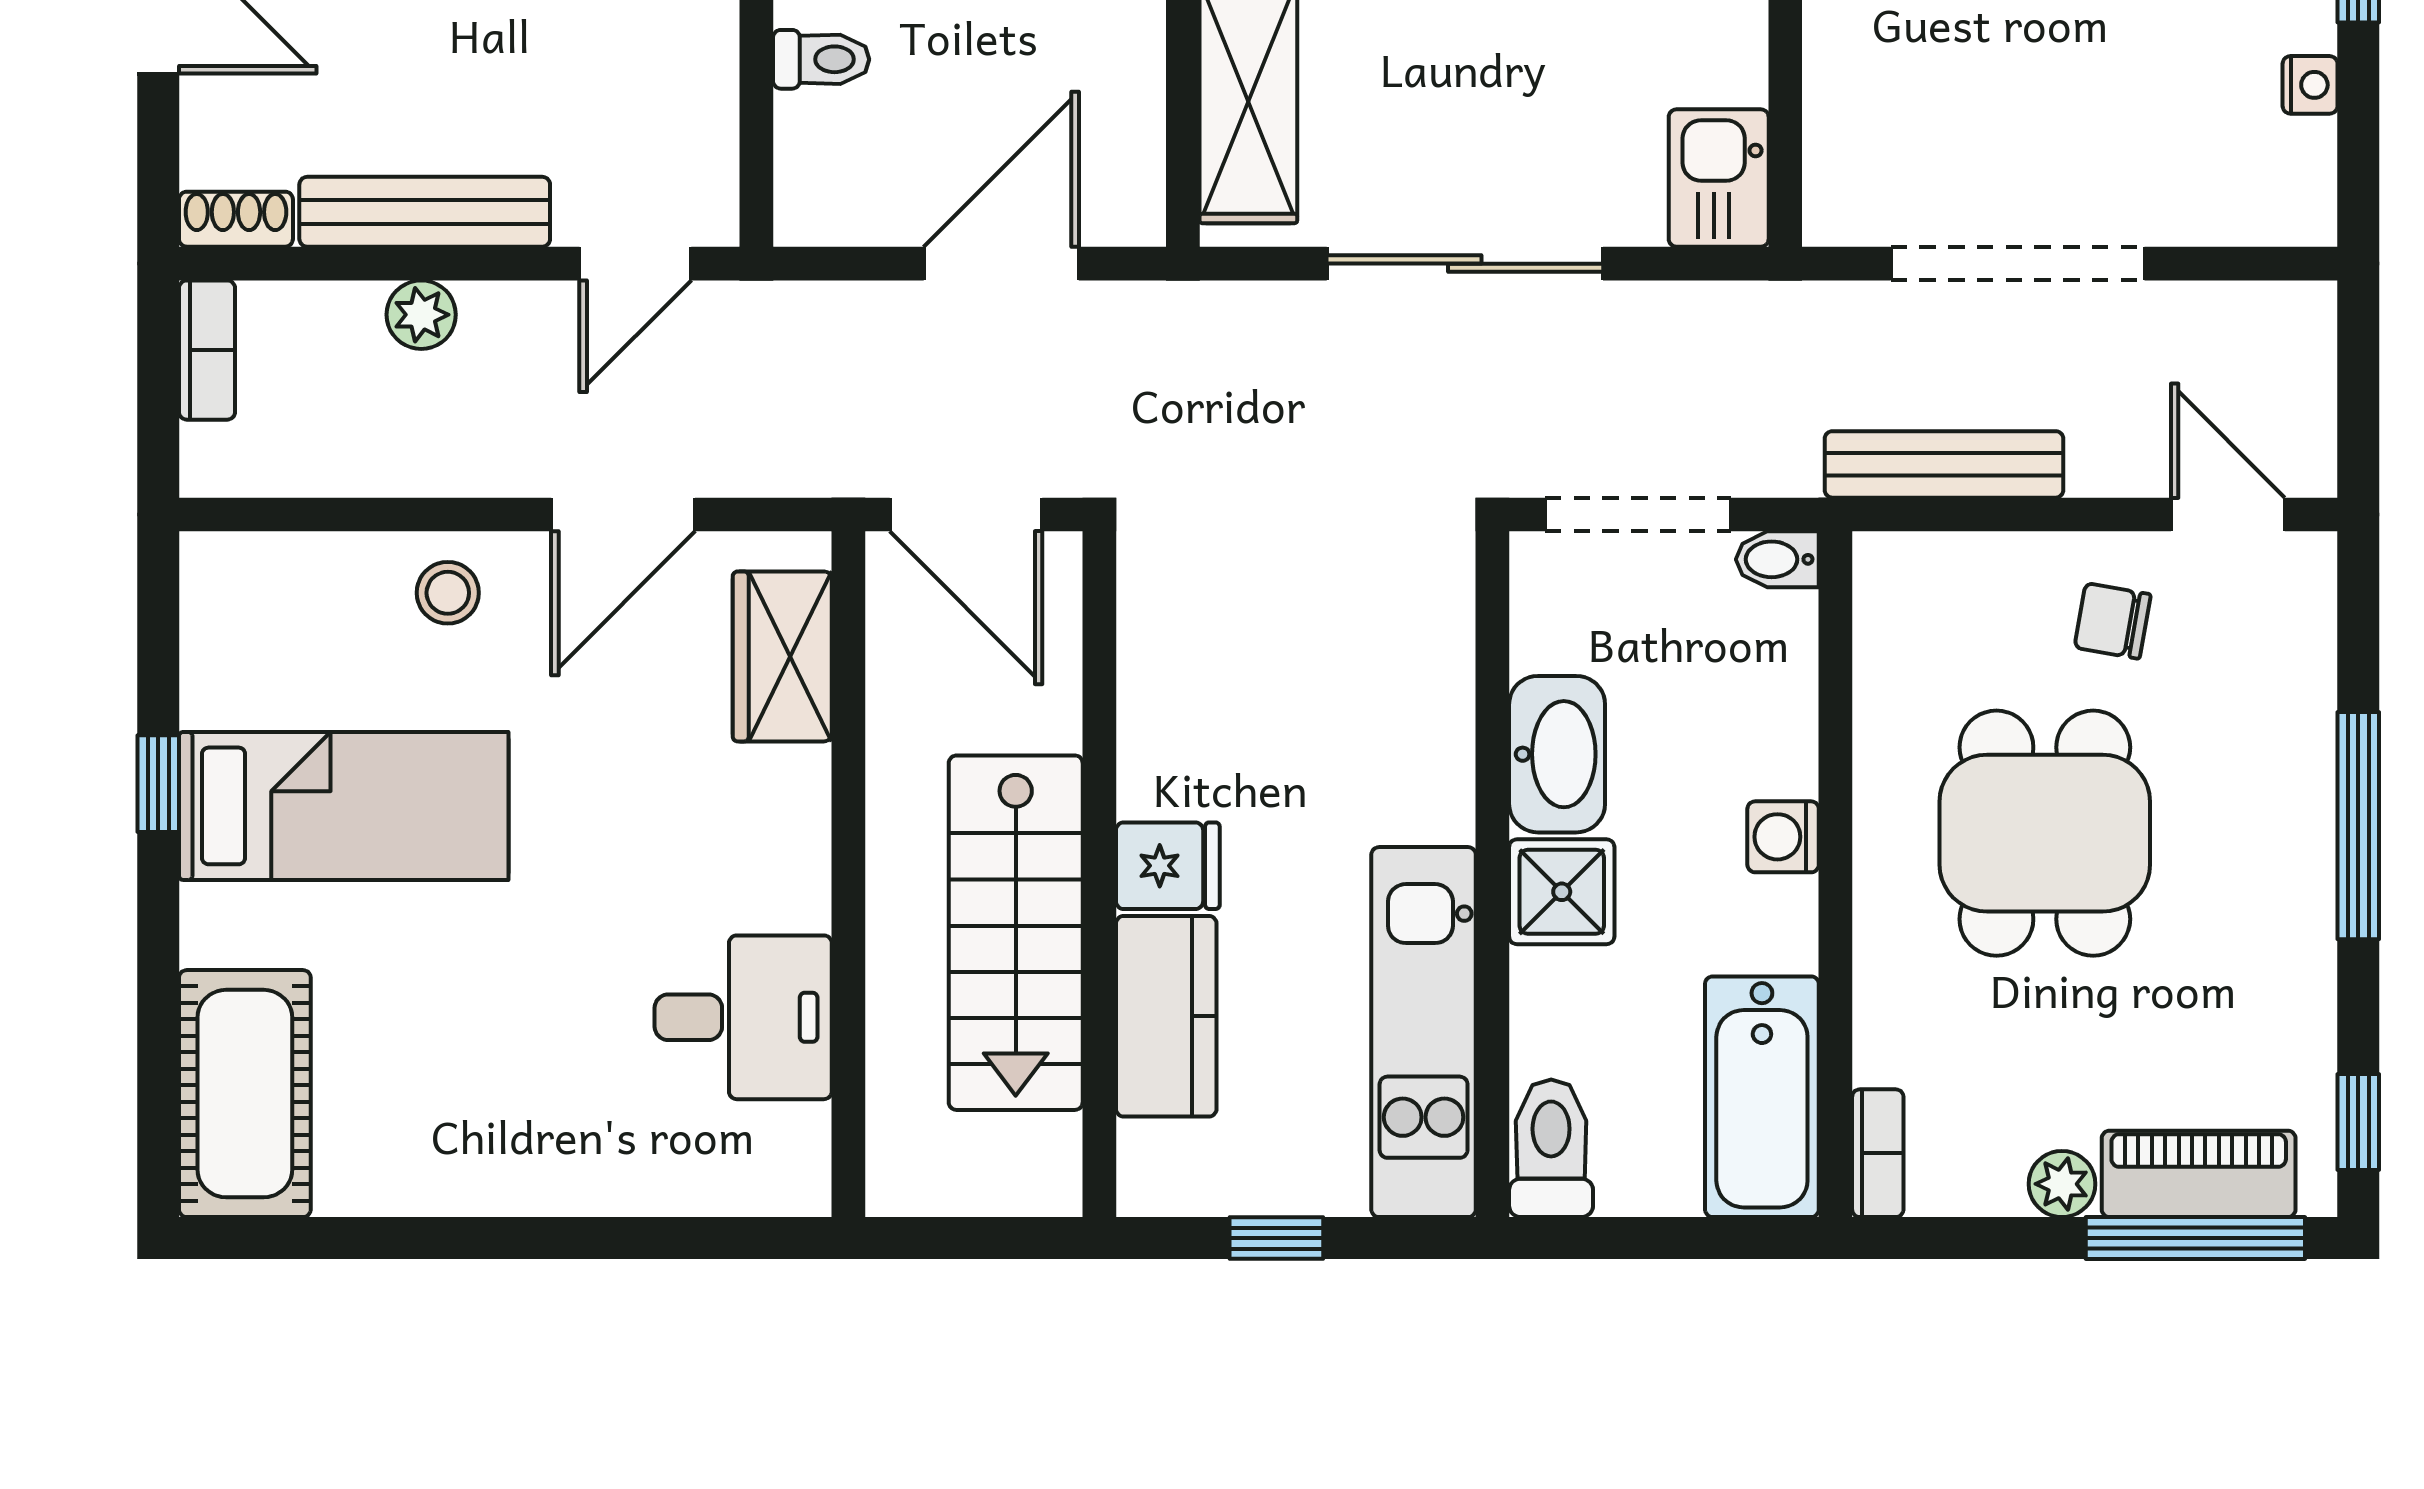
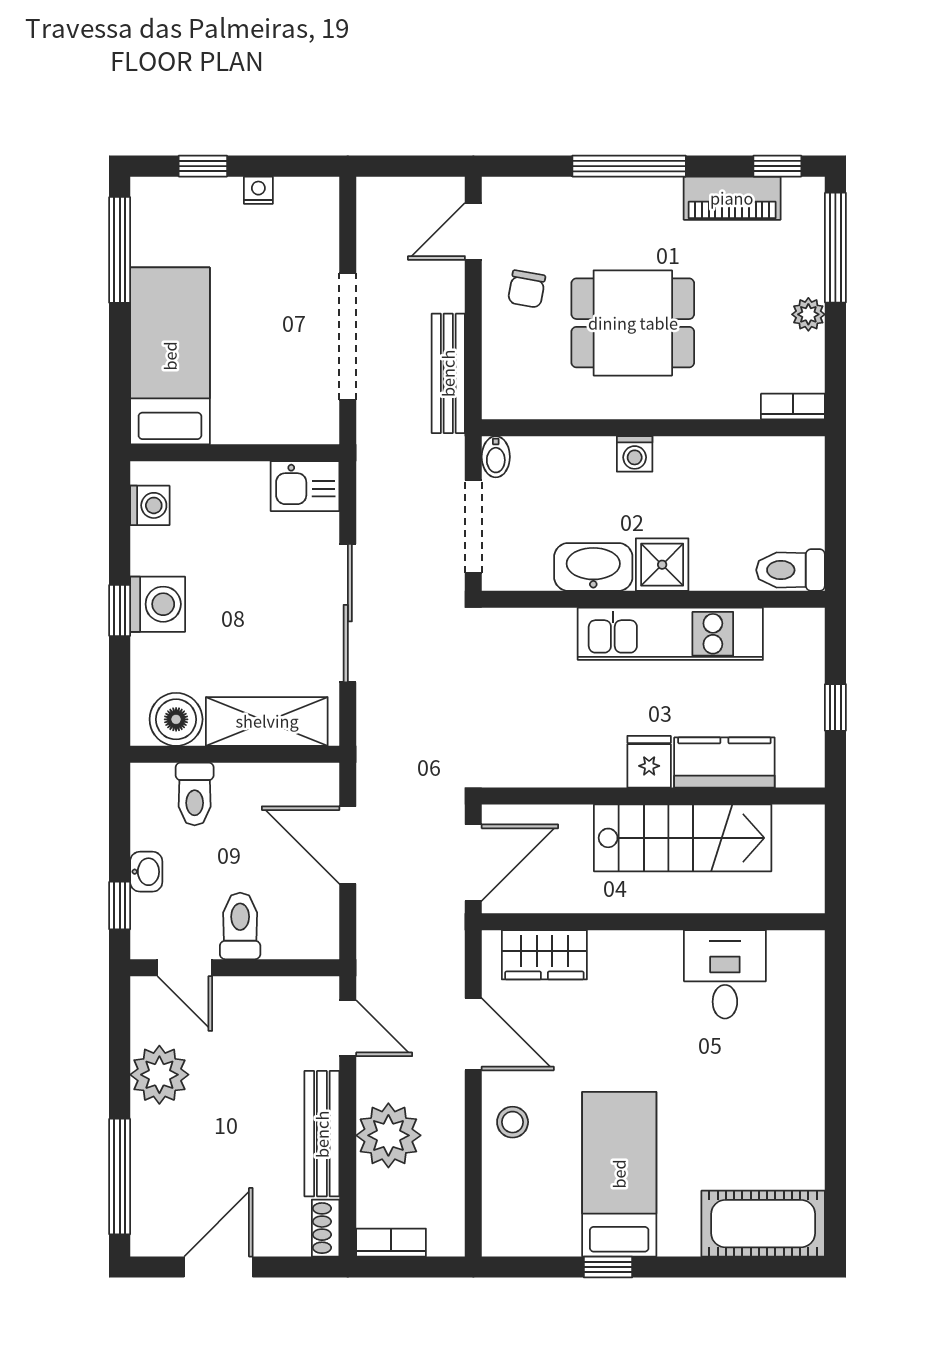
toilet: (821, 59) -> (240, 926), width x1.37, depth x1.39
plant: (421, 315) -> (388, 1135), width x1.88, depth x1.88
kitchen unit: (1424, 1032) -> (670, 634), moved
bathtub: (1762, 1097) -> (765, 464), removed
piano: (2199, 1174) -> (732, 198), moved, turned -90

